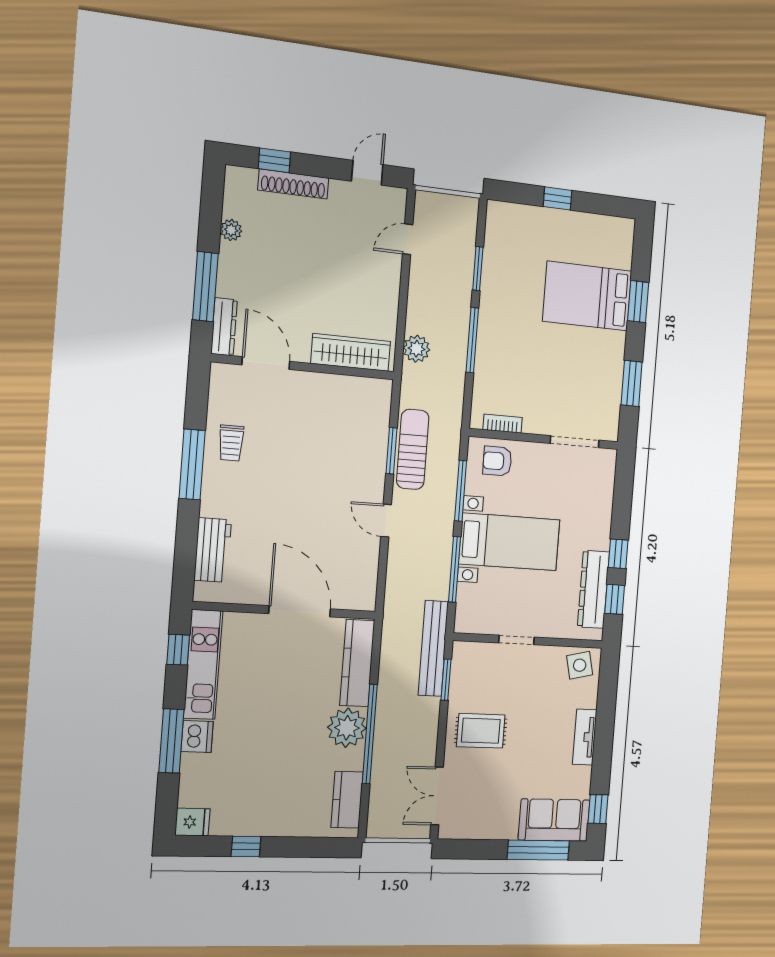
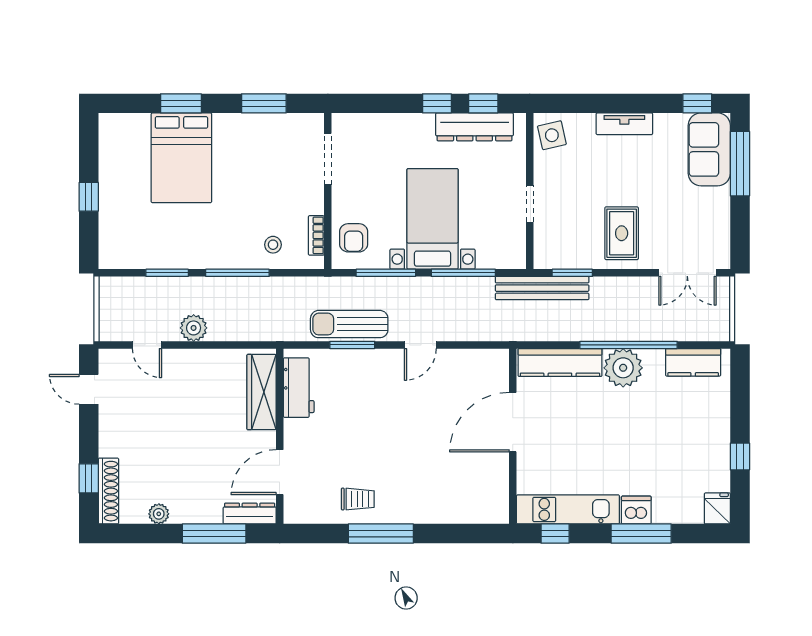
shoe rack: (293, 184) -> (108, 491), moved
plant: (417, 349) -> (194, 328), moved
stool: (497, 379) -> (273, 245), added
workbench: (213, 550) -> (299, 388), moved, turned 90

